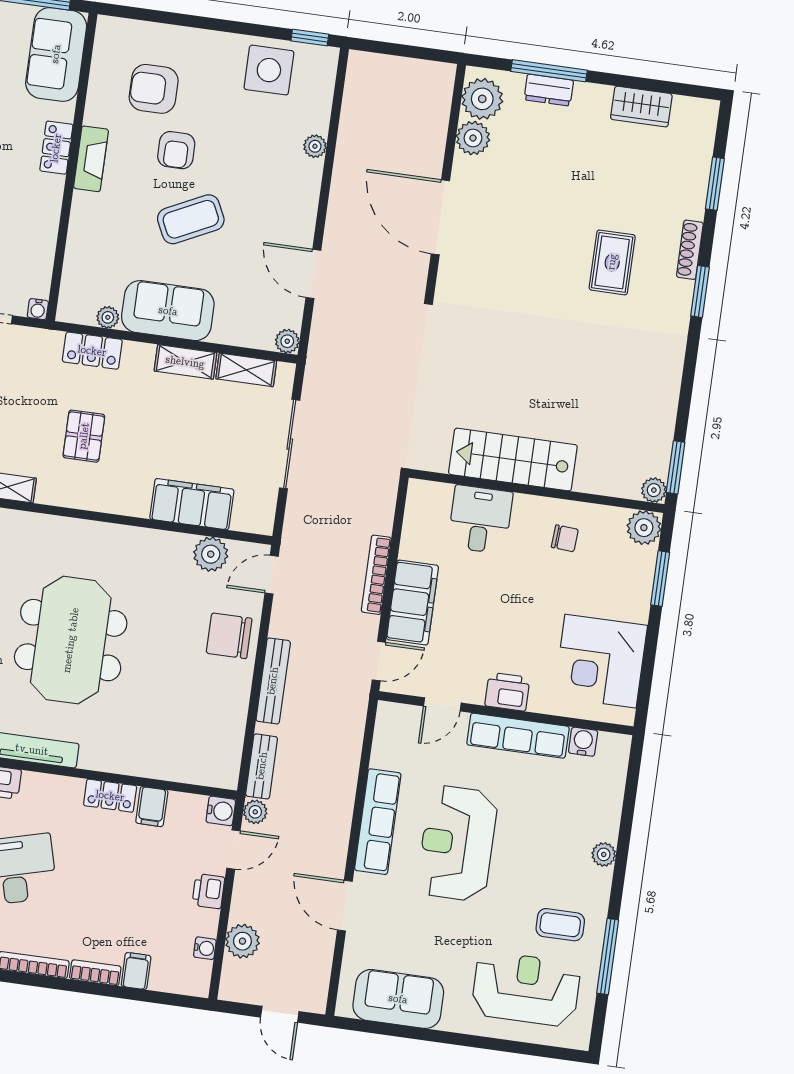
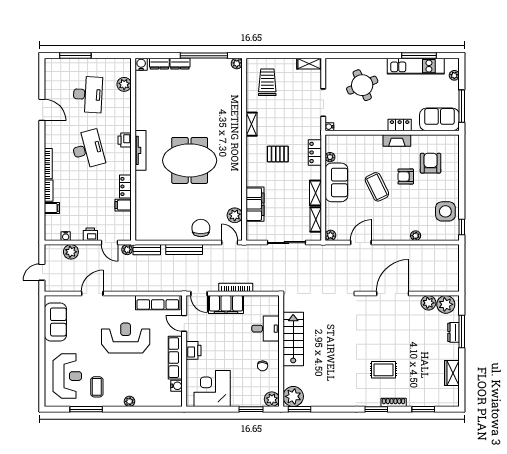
plant: (654, 490) -> (293, 396), width x1.88, depth x1.88
water cooler: (221, 811) -> (125, 235), removed
row of seats: (378, 822) -> (158, 303), moved

